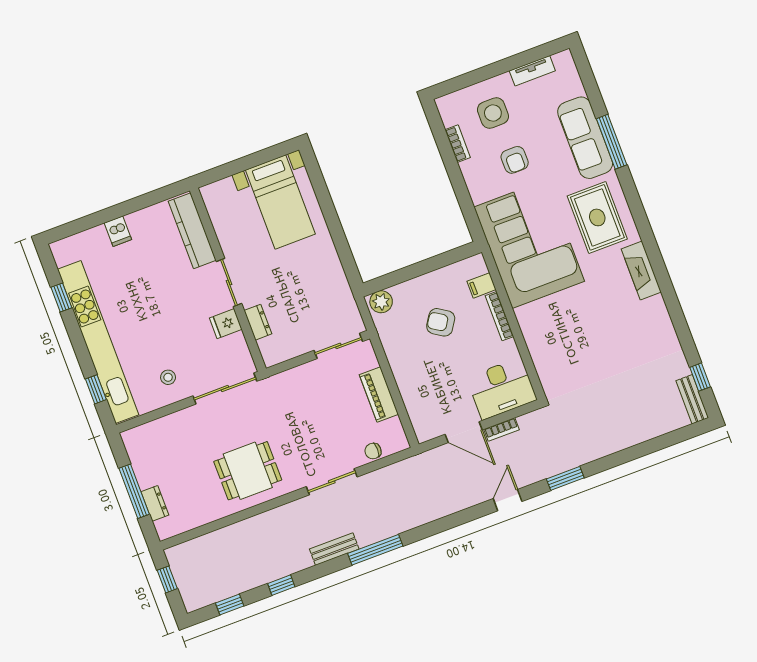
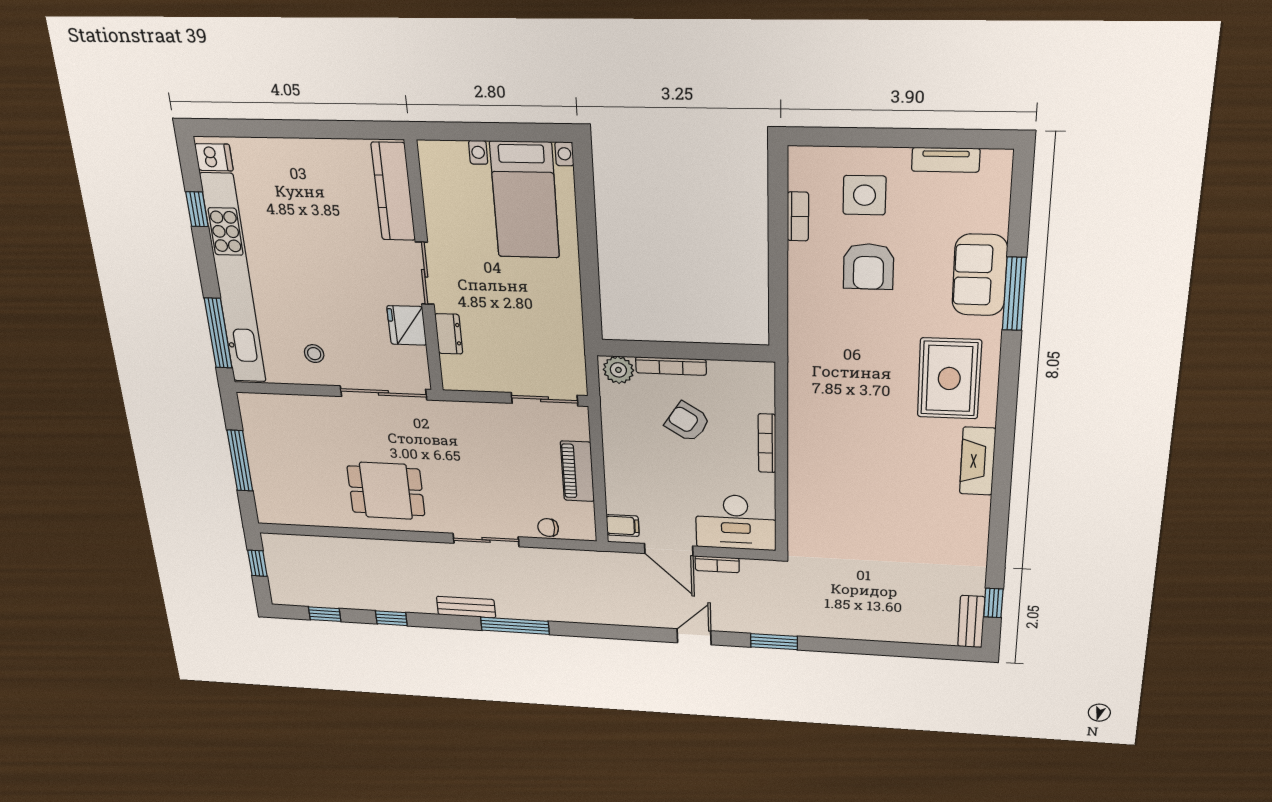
sofa: (585, 138) -> (980, 275), width x0.73
armchair: (515, 160) -> (868, 267), width x1.38, depth x1.38
dishwasher: (118, 231) -> (214, 157), moved, turned -90
corner sofa: (529, 244) -> (843, 376), removed
bookcase: (415, 284) -> (671, 366), added
filing cabinet: (482, 285) -> (623, 526), moved, turned 180
fridge: (226, 324) -> (407, 325), width x1.38
window: (96, 389) -> (218, 333), width x2.17
dresser: (155, 503) -> (262, 482), removed

